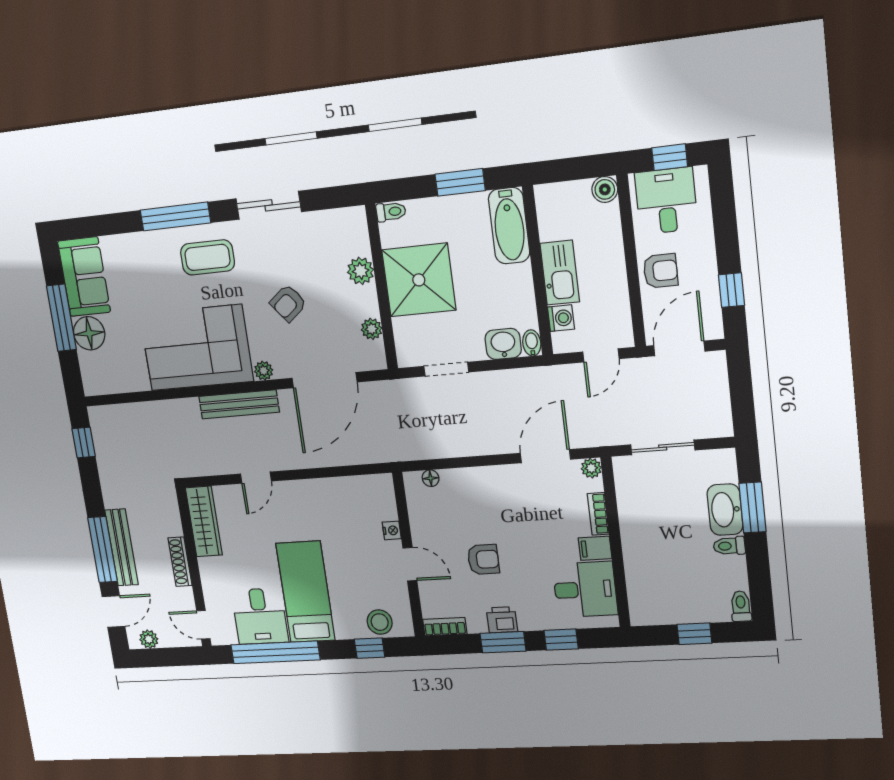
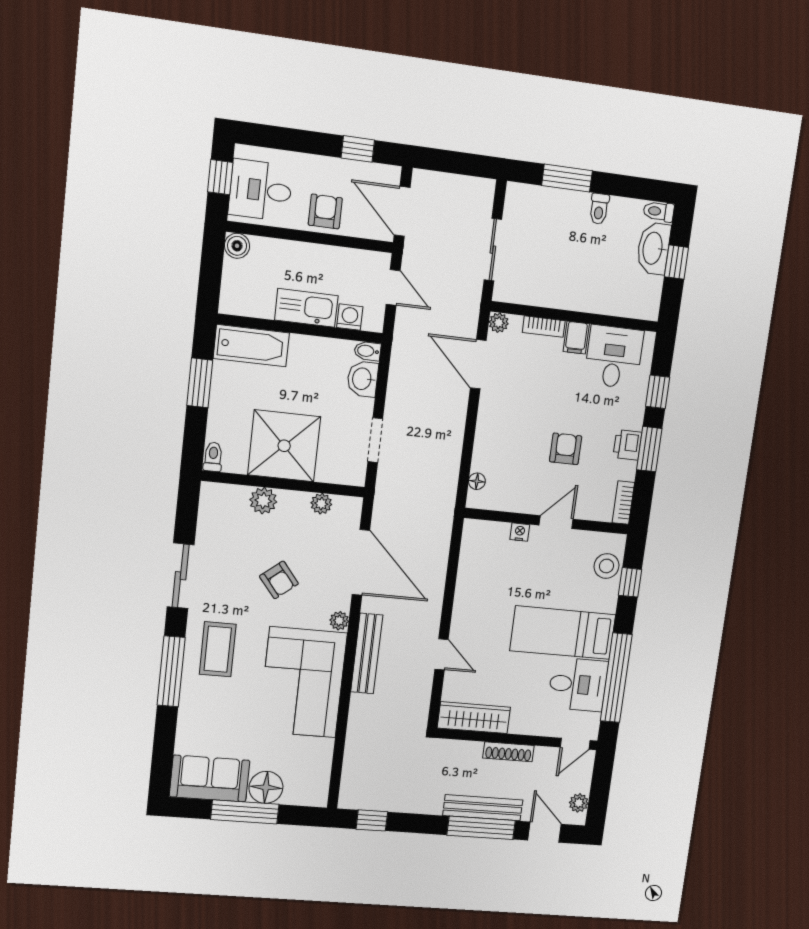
washbasin: (725, 510) -> (653, 248), moved, turned 90

